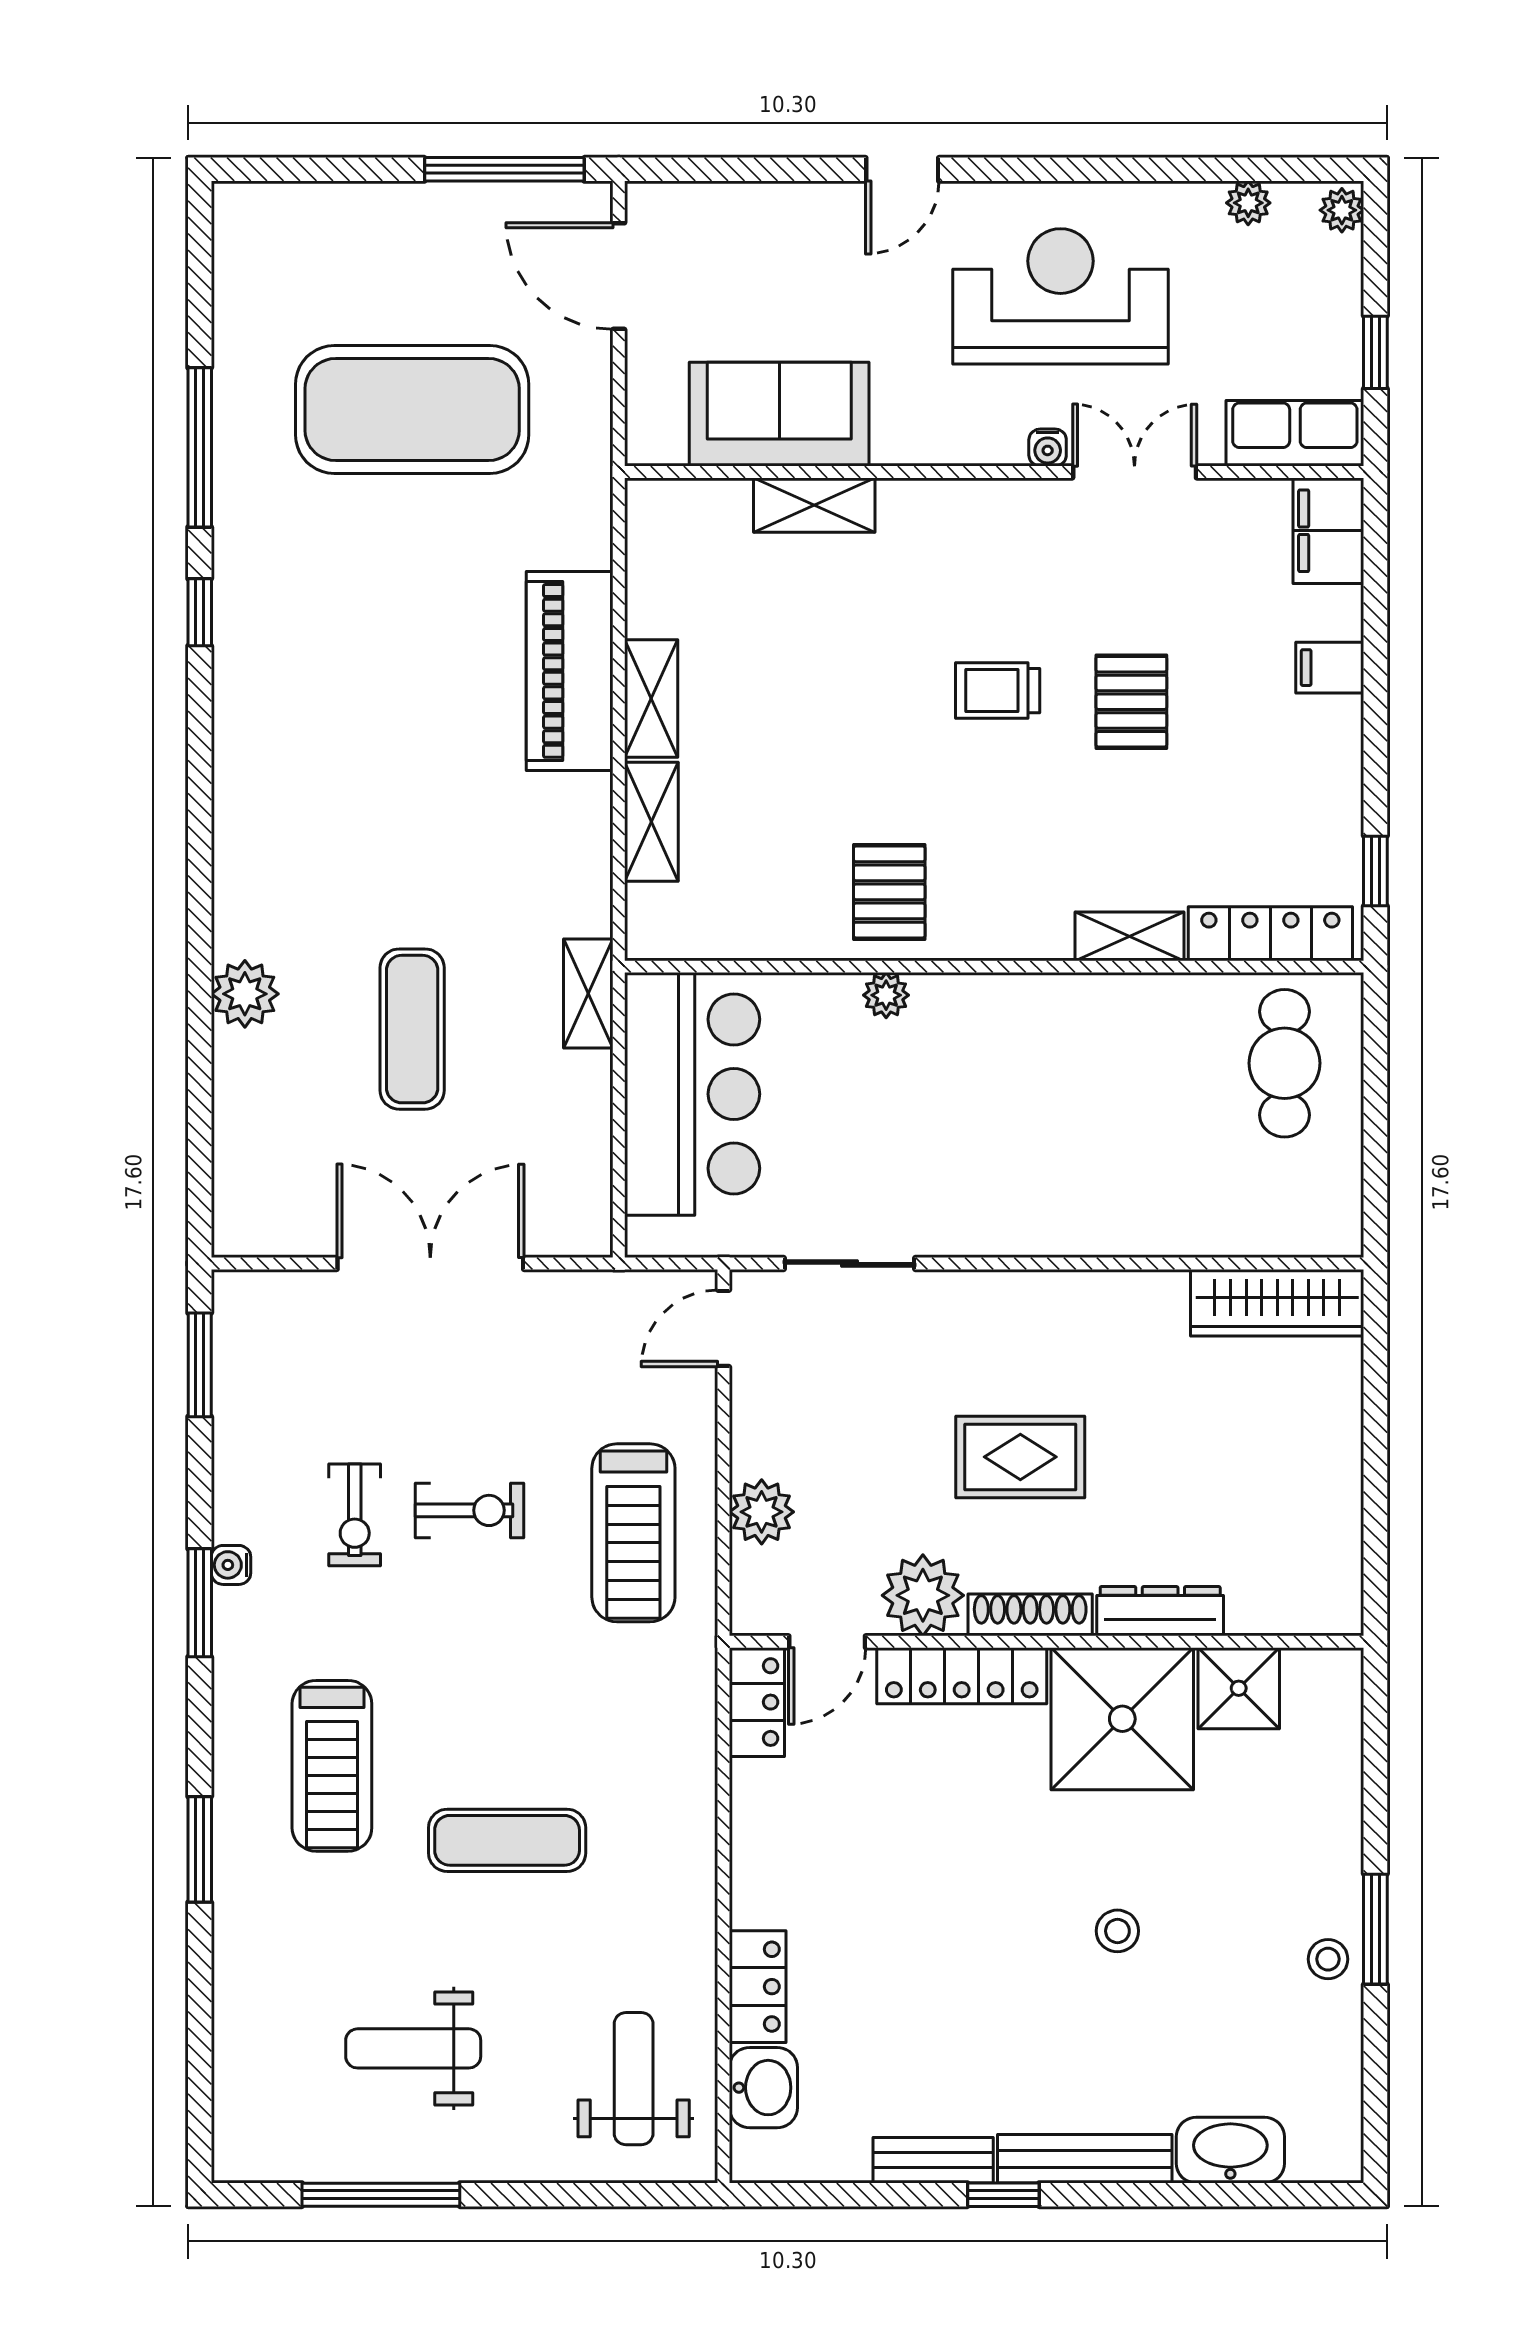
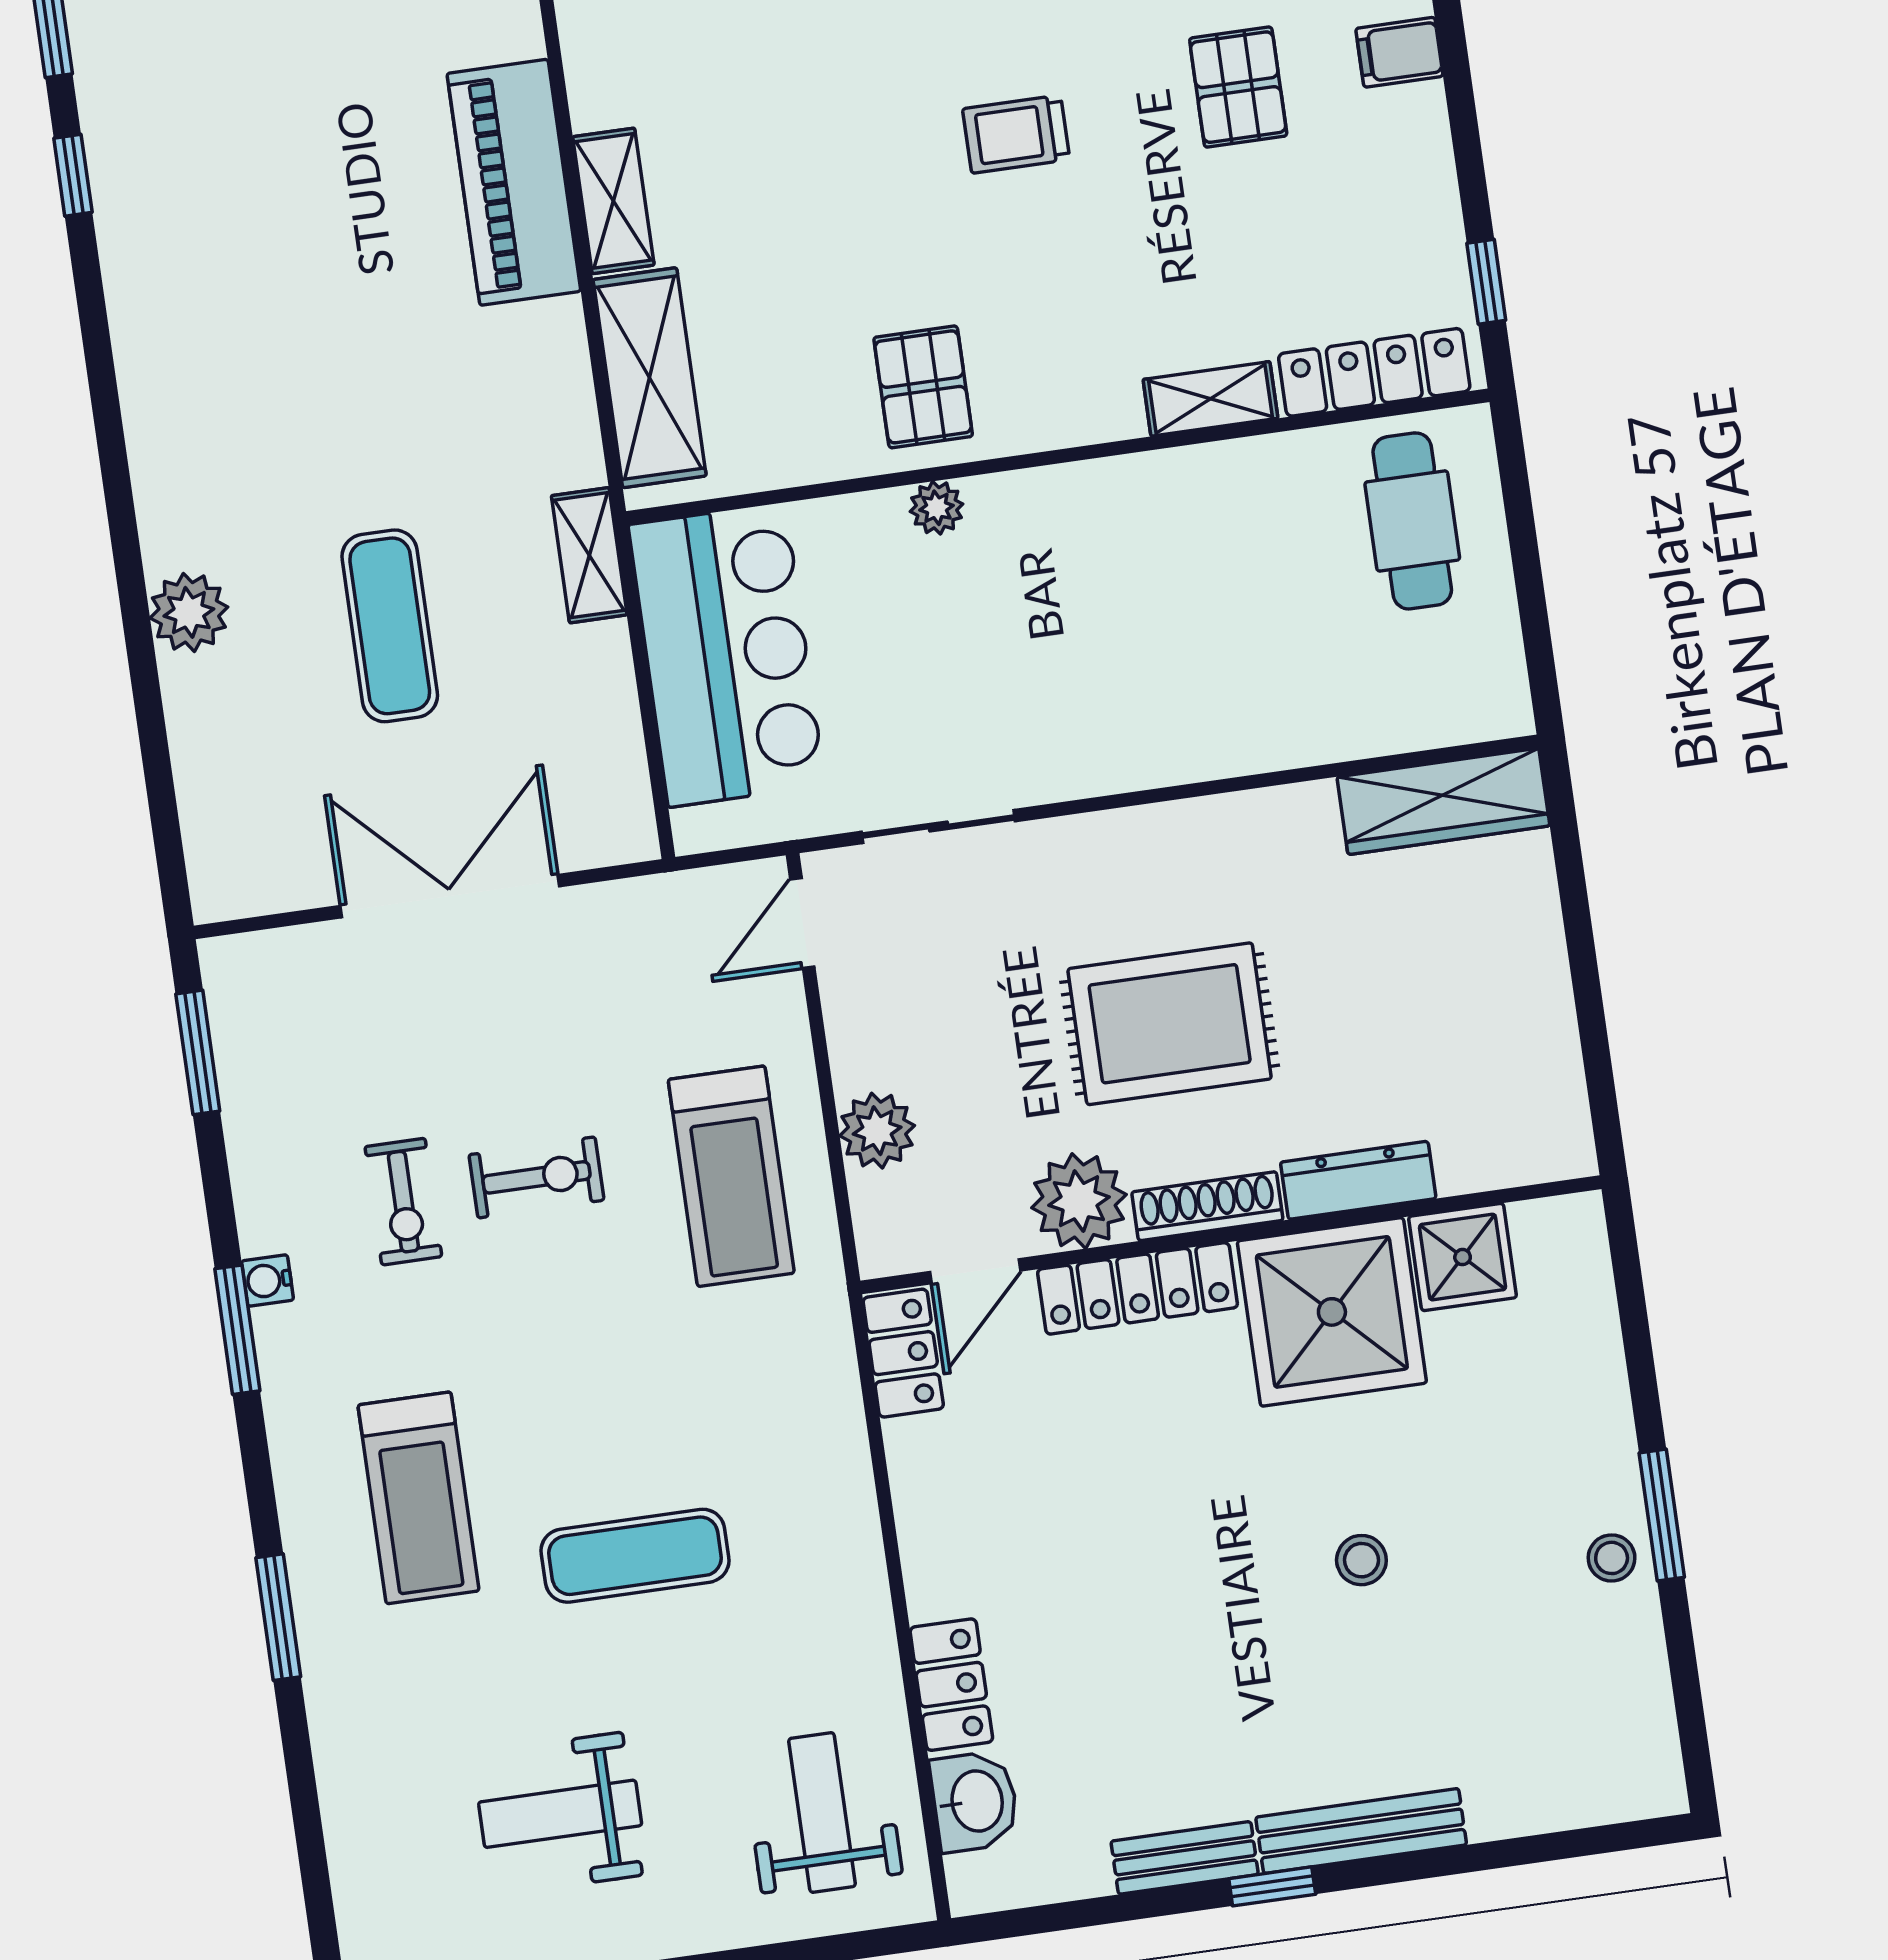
pallet: (1131, 702) -> (1238, 87), moved
shelving: (651, 822) -> (650, 378), width x1.50, depth x1.33
rug: (1020, 1457) -> (1170, 1024), width x1.36, depth x1.43
washbasin: (1230, 2150) -> (1529, 1797), removed

